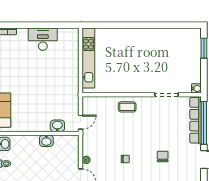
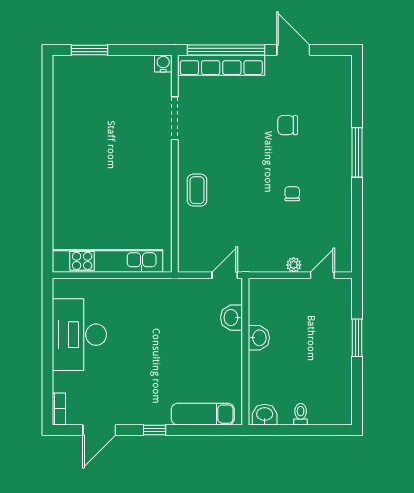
desk: (43, 39) -> (79, 335), width x1.36, depth x1.30
door: (81, 122) -> (225, 275), hinge flipped

